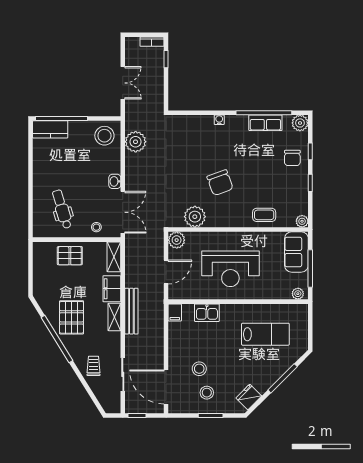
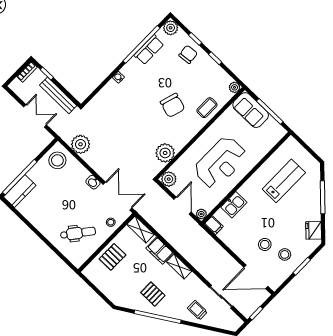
chair: (292, 158) -> (188, 54), turned -96
chair: (220, 183) -> (173, 105), moved, turned 37
dental chair: (62, 209) -> (78, 233), turned 145
plant: (298, 294) -> (201, 214), moved
bench: (131, 311) -> (58, 95), moved
pallet: (72, 317) -> (153, 294), width x0.67, depth x0.71

